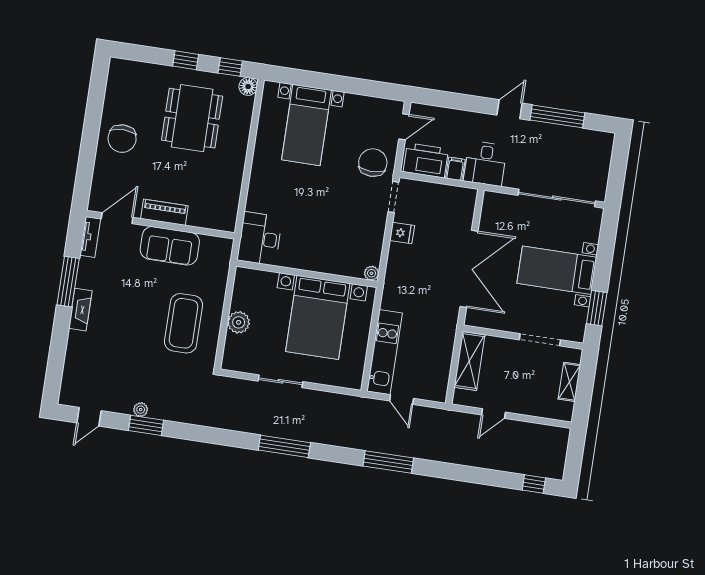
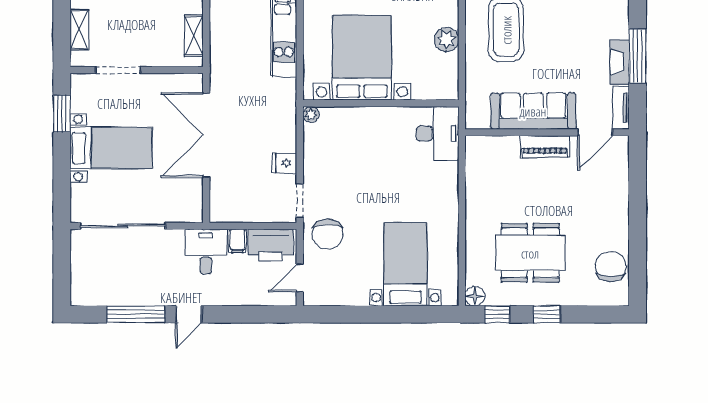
dining table: (192, 118) -> (530, 253), turned 90
chair: (122, 139) -> (611, 267), moved
sofa: (170, 246) -> (533, 111), width x1.36
fireplace: (80, 310) -> (620, 62), moved
shelving: (469, 361) -> (194, 36), width x0.67, depth x0.75

